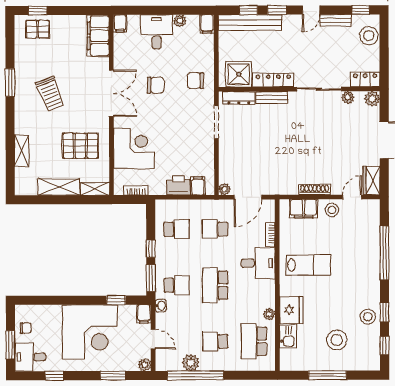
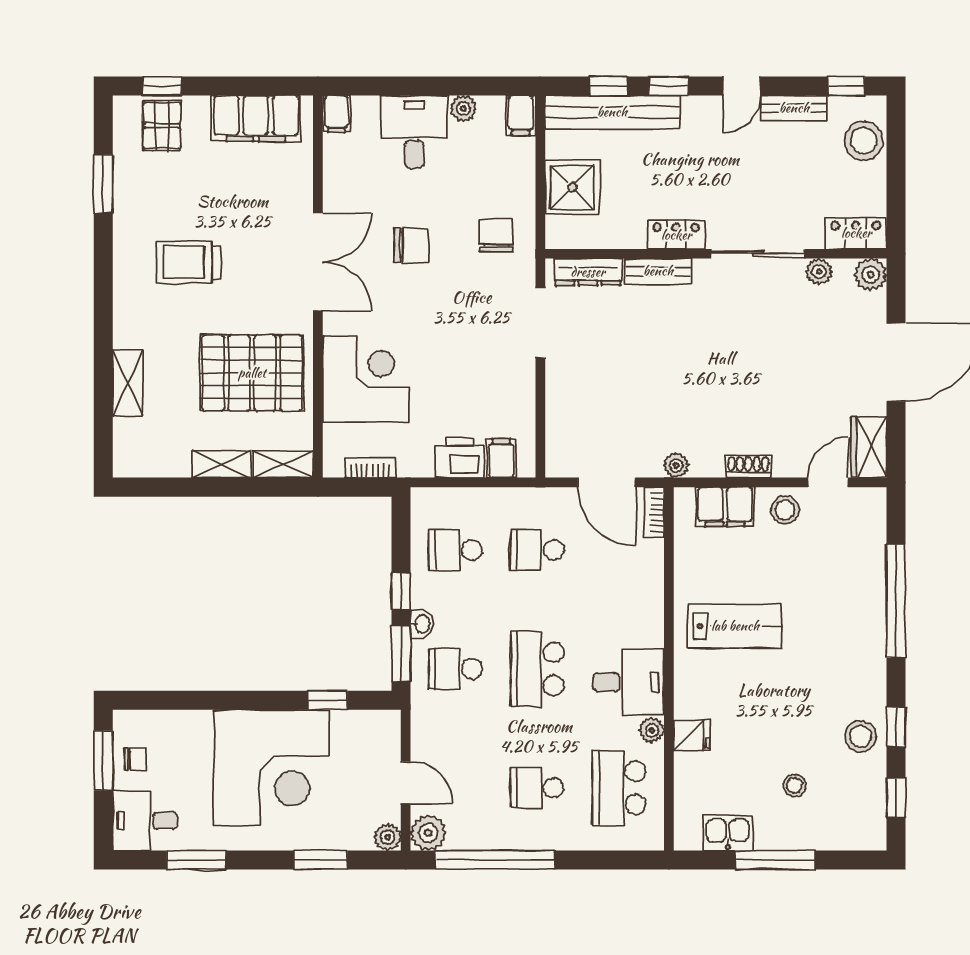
pallet: (38, 29) -> (162, 126), turned 90
filing cabinet: (98, 36) -> (256, 118), moved, turned -90
shower: (239, 74) -> (572, 187), moved
locker: (273, 80) -> (676, 235), width x0.66
chair: (195, 81) -> (496, 235), turned 90
window: (10, 82) -> (103, 184), moved
trolley: (50, 94) -> (188, 262), turned 112
pallet: (80, 146) -> (252, 373), width x1.37, depth x1.41
shelving: (59, 187) -> (221, 465), width x0.67, depth x0.75
plant: (224, 189) -> (676, 466), moved
shoe rack: (315, 190) -> (748, 467), width x0.70
door: (248, 197) -> (607, 482), hinge flipped
school desk: (176, 229) -> (455, 550), turned 180
bookcase: (270, 234) -> (654, 512), moved
desk: (258, 263) -> (628, 682), moved
school desk: (177, 285) -> (455, 669), turned 180
washbasin: (161, 306) -> (422, 624), moved
fridge: (291, 310) -> (692, 735), width x0.53, depth x0.75
filing cabinet: (144, 314) -> (386, 729), removed
kitchen sink: (288, 336) -> (728, 833), moved, turned -90
stool: (337, 340) -> (795, 785), width x0.53, depth x0.53
window: (10, 345) -> (103, 761), moved
plant: (191, 363) -> (428, 833), moved
window: (54, 376) -> (196, 860), width x1.50

